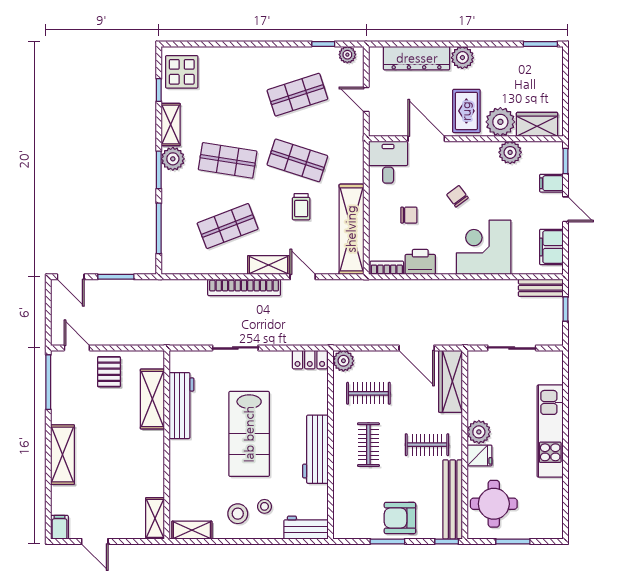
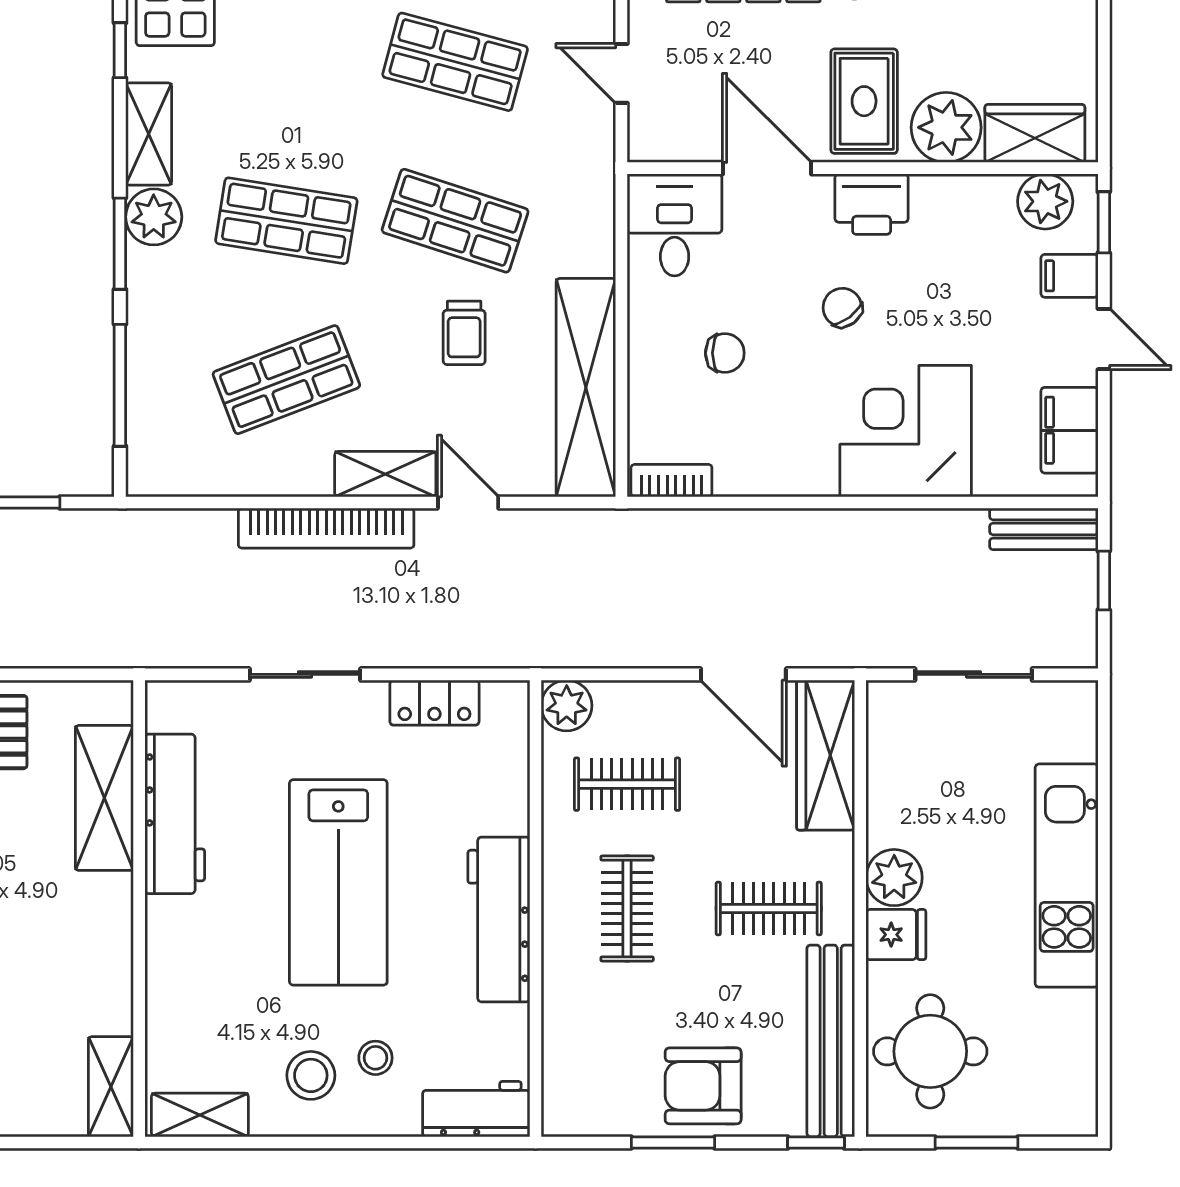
shop shelf: (297, 95) -> (455, 62), turned 33
plant: (510, 152) -> (1045, 201), moved
printer: (420, 262) -> (872, 204), moved, turned 180
locker: (310, 360) -> (434, 703), moved

